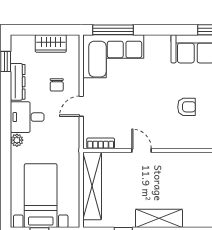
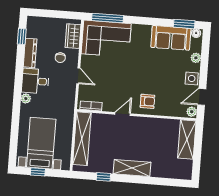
wardrobe: (51, 43) -> (73, 36), moved, turned 90
door: (81, 106) -> (78, 76), swing flipped
armchair: (186, 107) -> (147, 101), moved
door: (142, 150) -> (123, 114), hinge flipped

